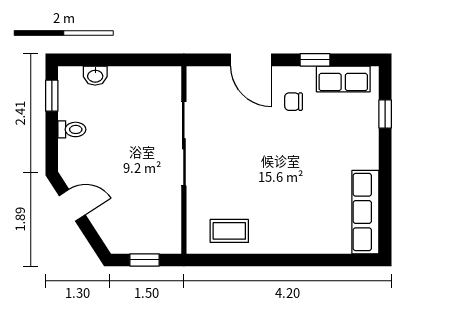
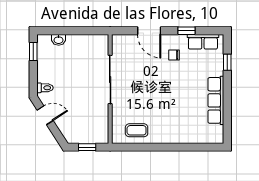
toilet: (72, 129) -> (45, 88), moved
row of seats: (365, 212) -> (216, 100), moved

